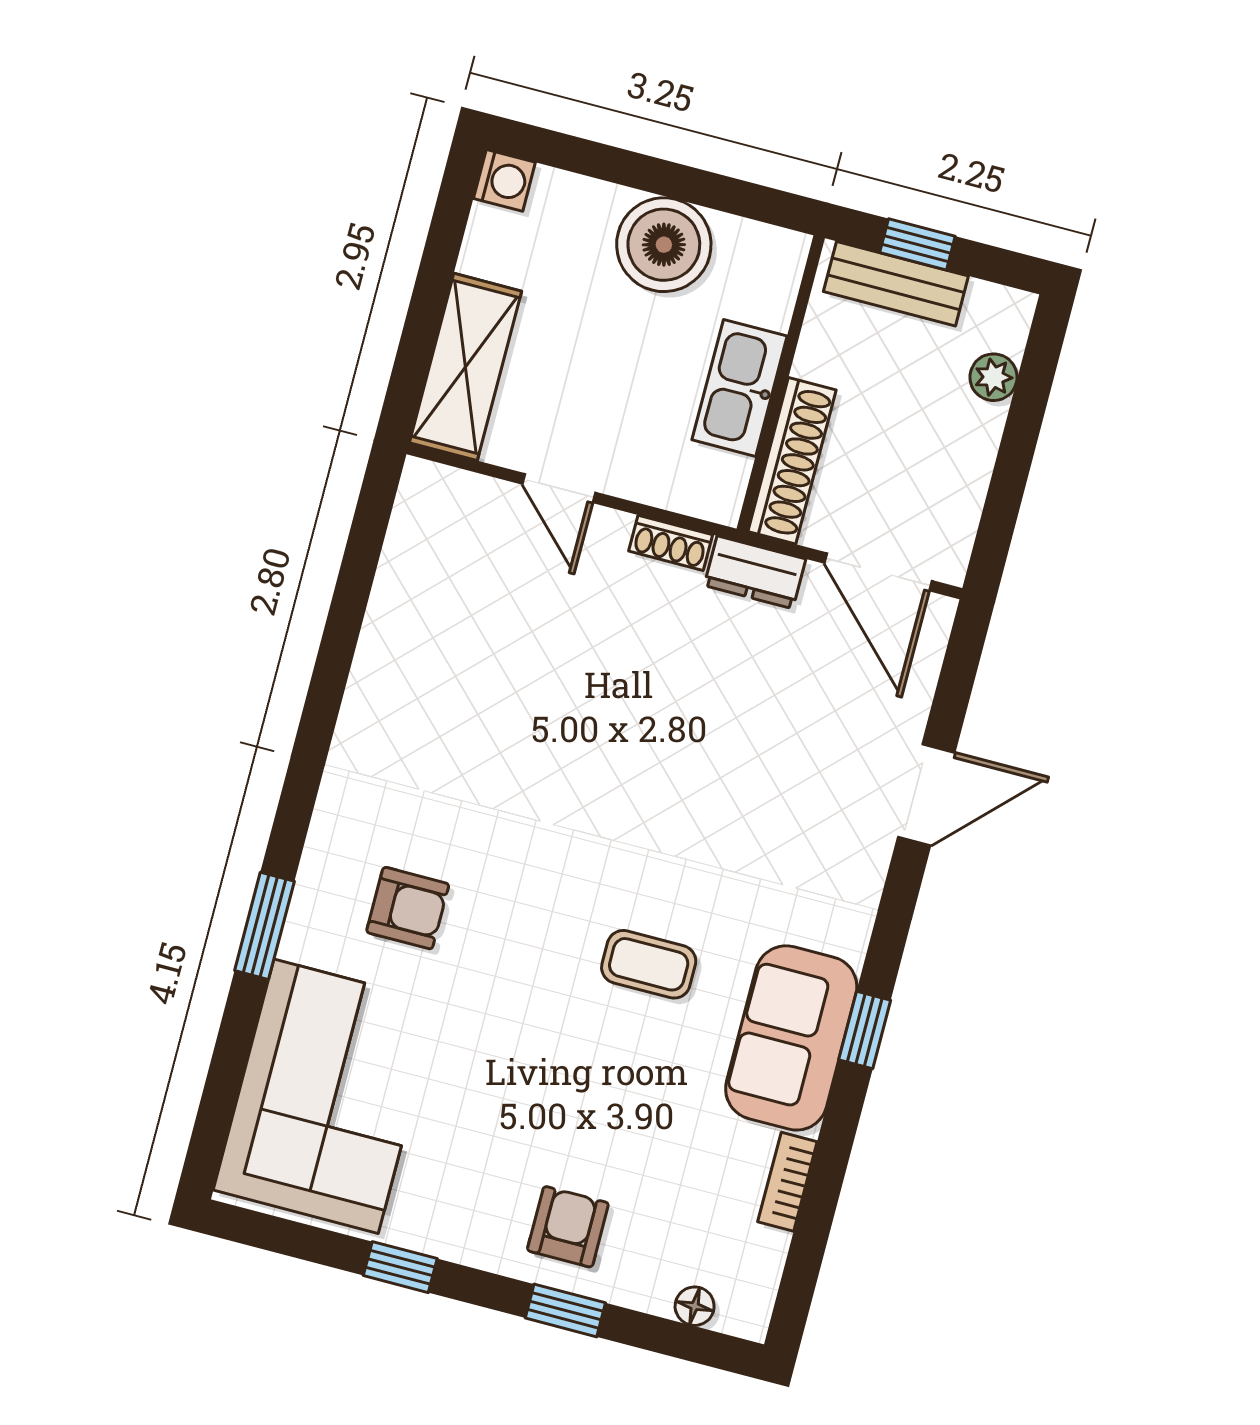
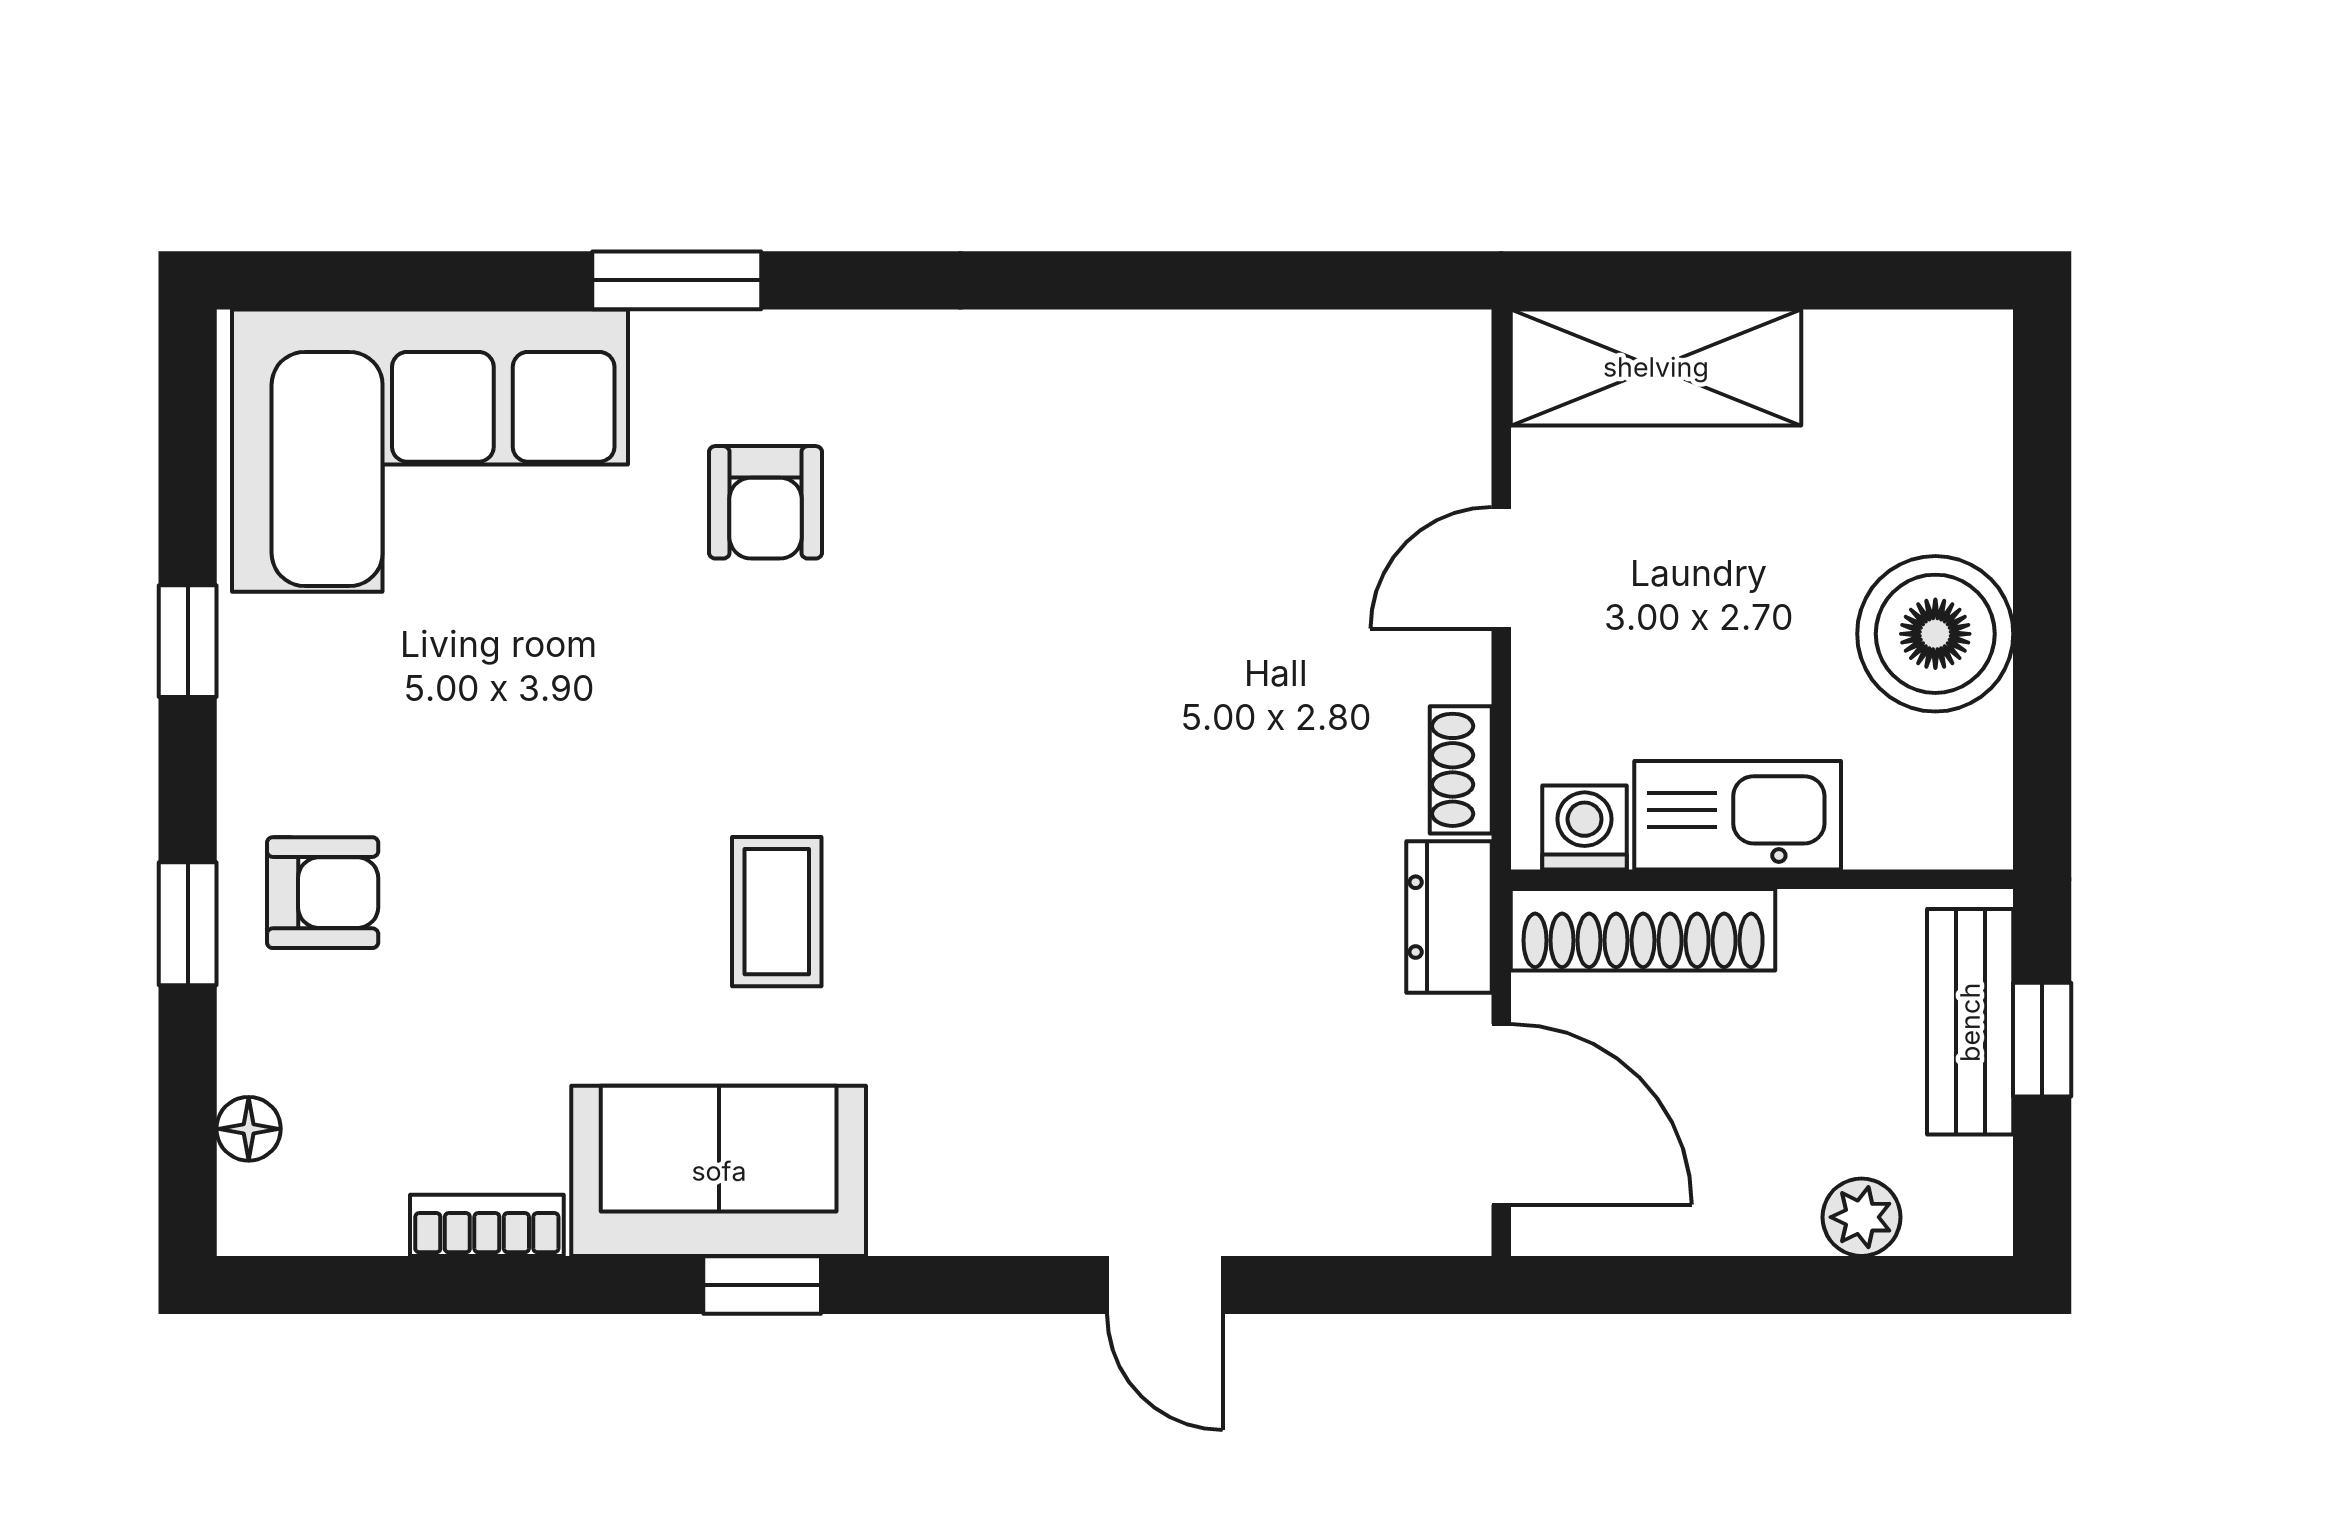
washing machine: (504, 180) -> (1585, 828), moved, turned 180
door: (878, 572) -> (1501, 1114), swing flipped
door: (926, 795) -> (1165, 1285), width x0.73

